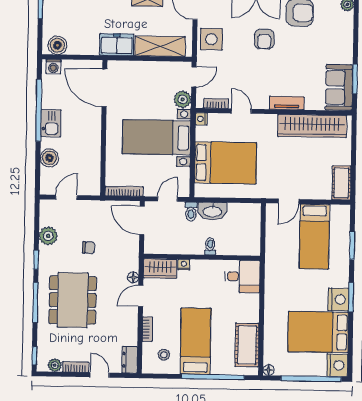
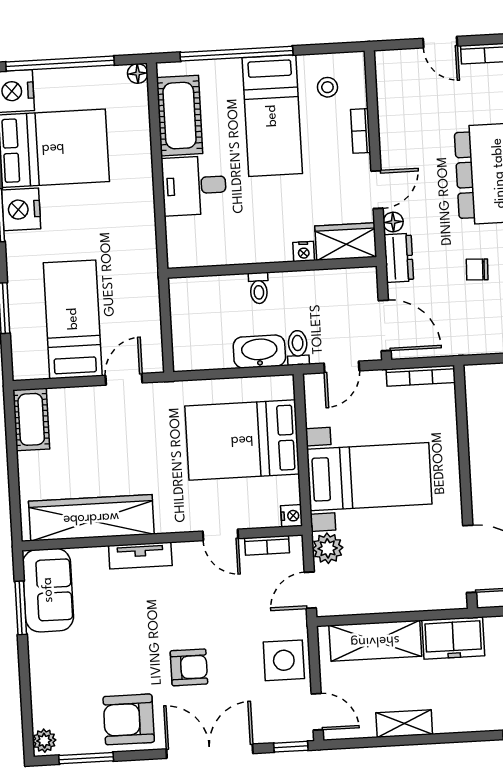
armchair: (264, 39) -> (189, 667), turned 90
desk: (242, 276) -> (194, 186), moved
dresser: (130, 360) -> (399, 258), moved

